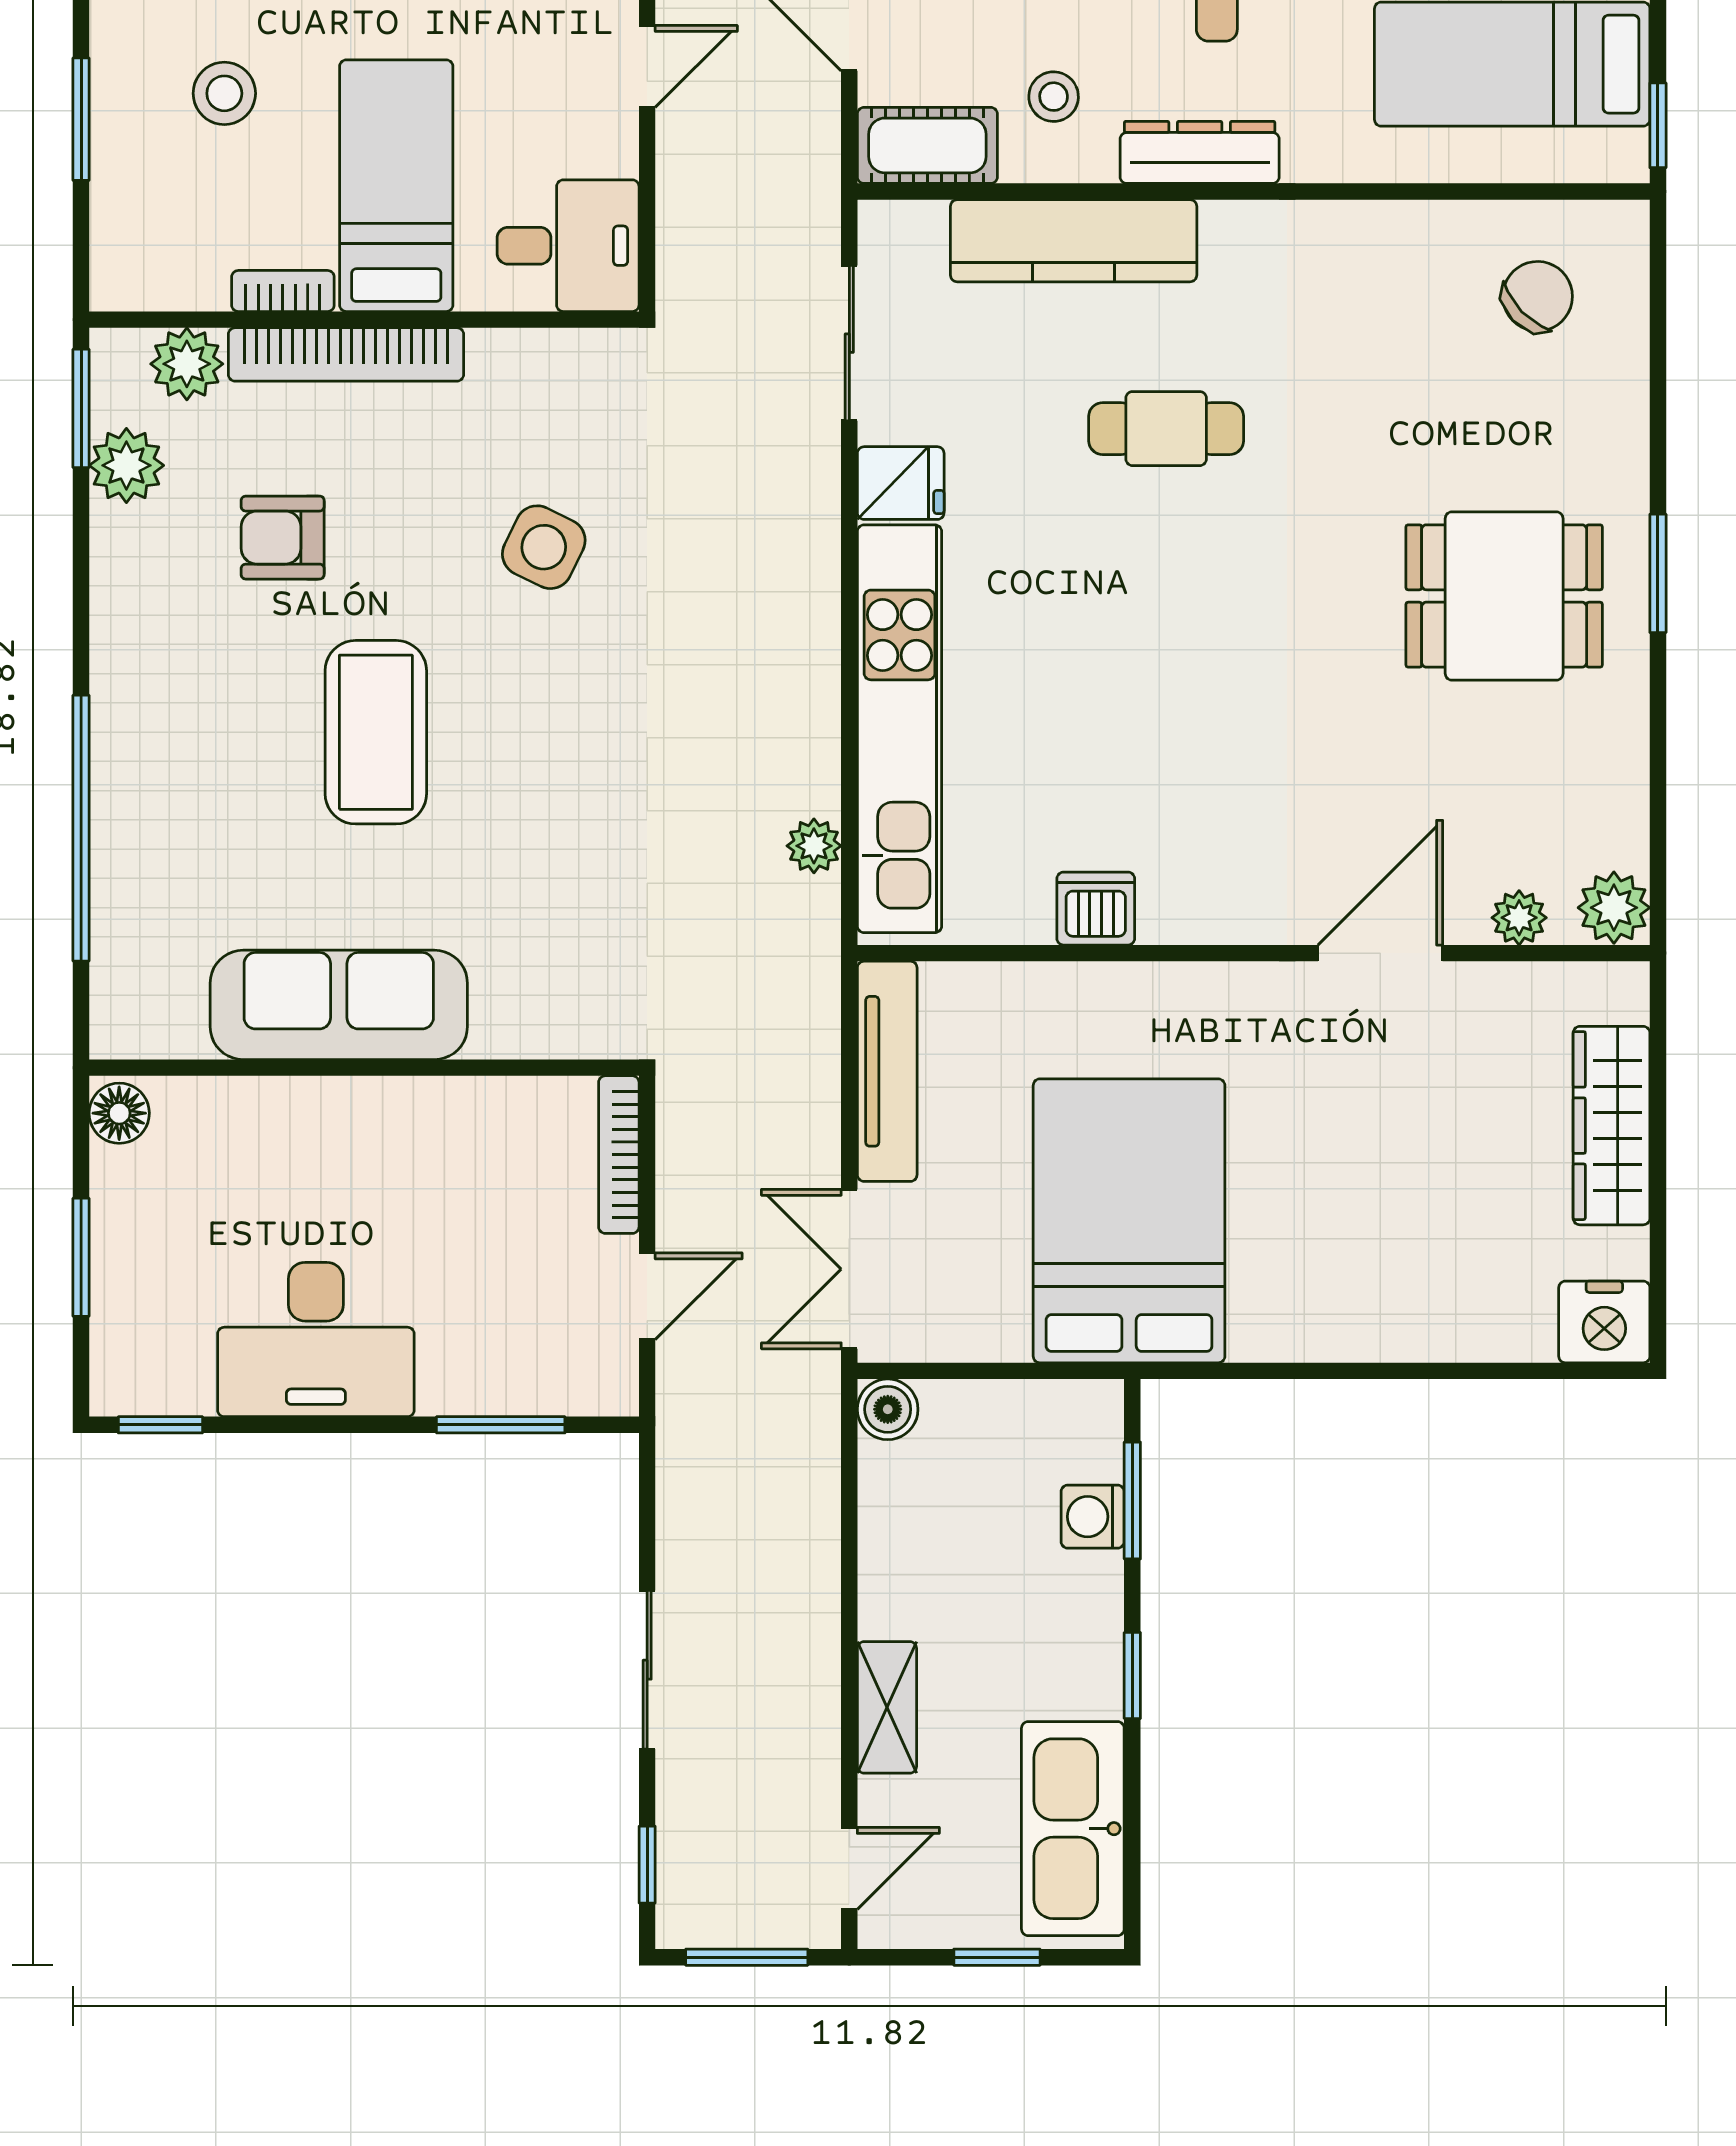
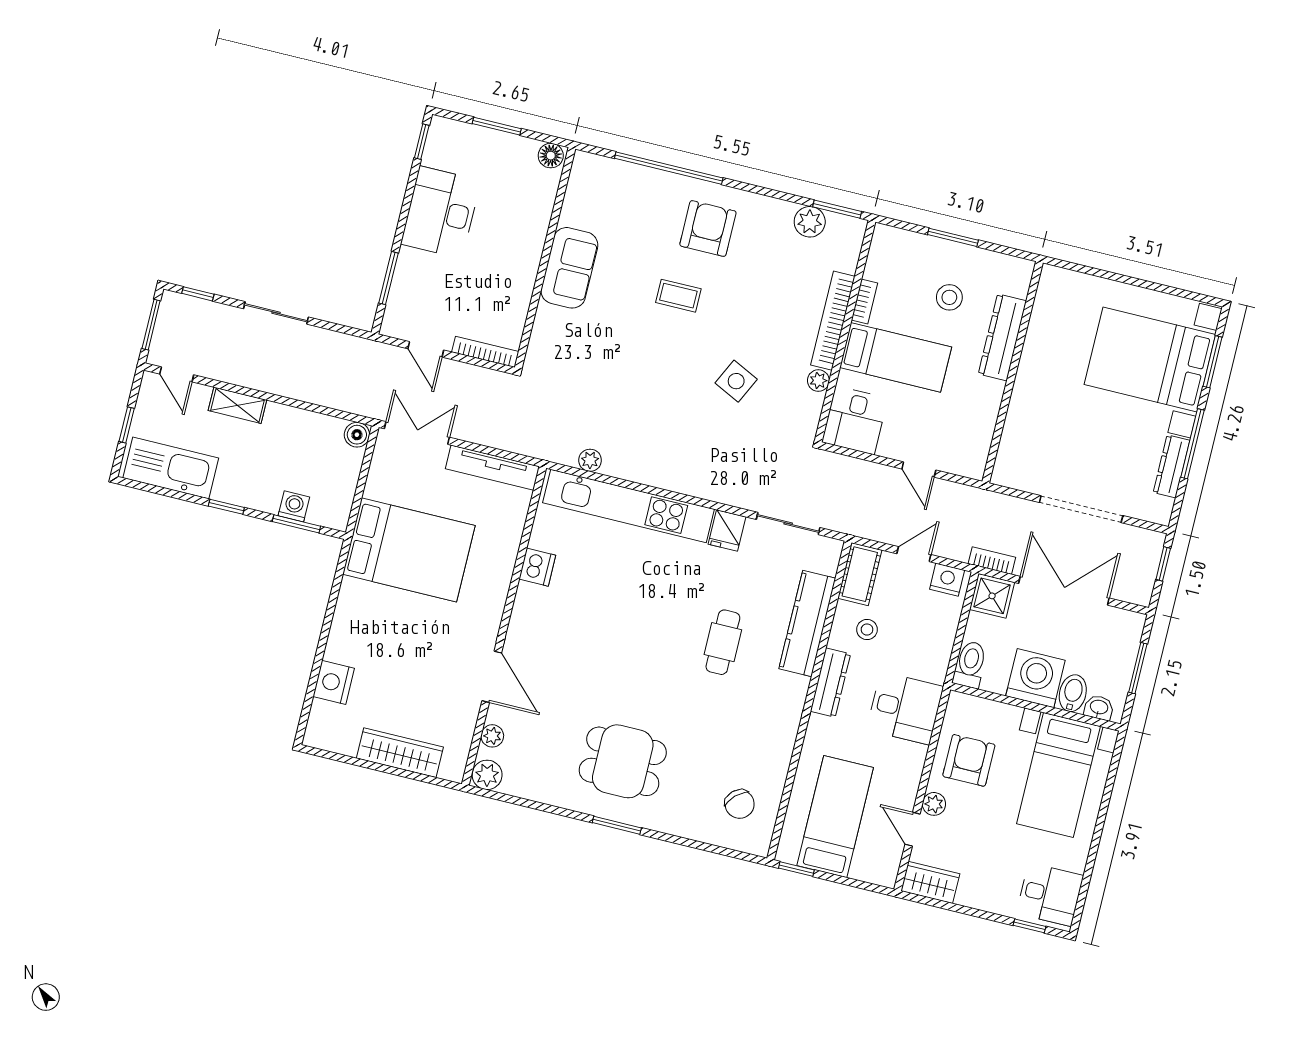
plant: (187, 364) -> (818, 381), moved, width x0.73, depth x0.73
armchair: (283, 538) -> (708, 229), moved, width x1.38, depth x1.38
dining table: (1504, 596) -> (623, 761), turned 90
coffee table: (376, 732) -> (678, 296), width x0.54, depth x0.58
sofa: (339, 1005) -> (569, 268), width x0.73
nightstand: (1604, 1322) -> (334, 682), moved

